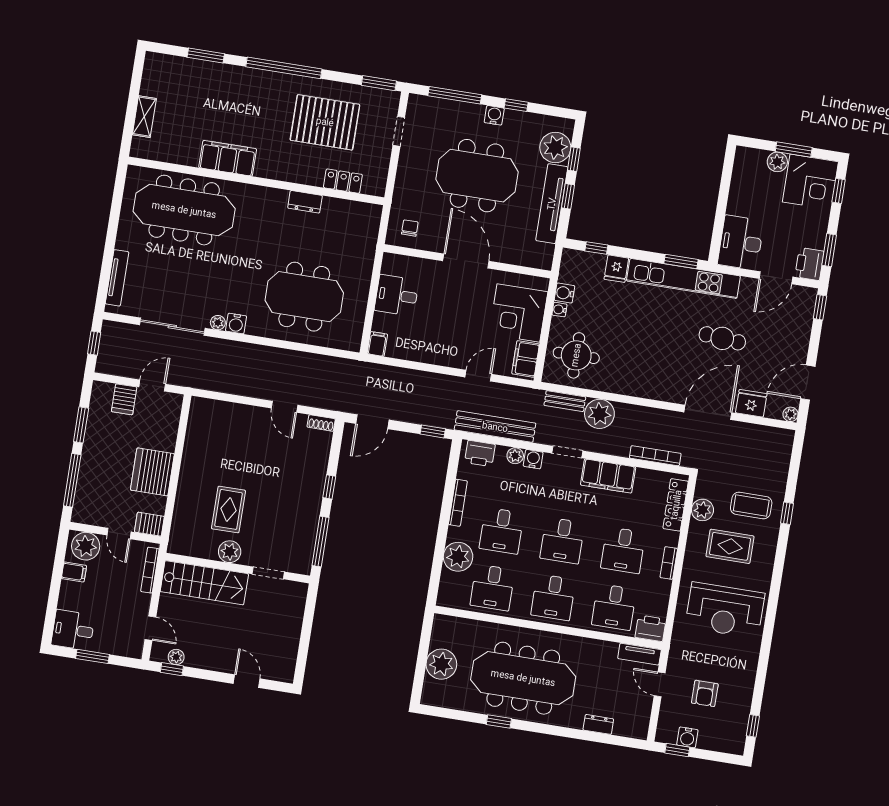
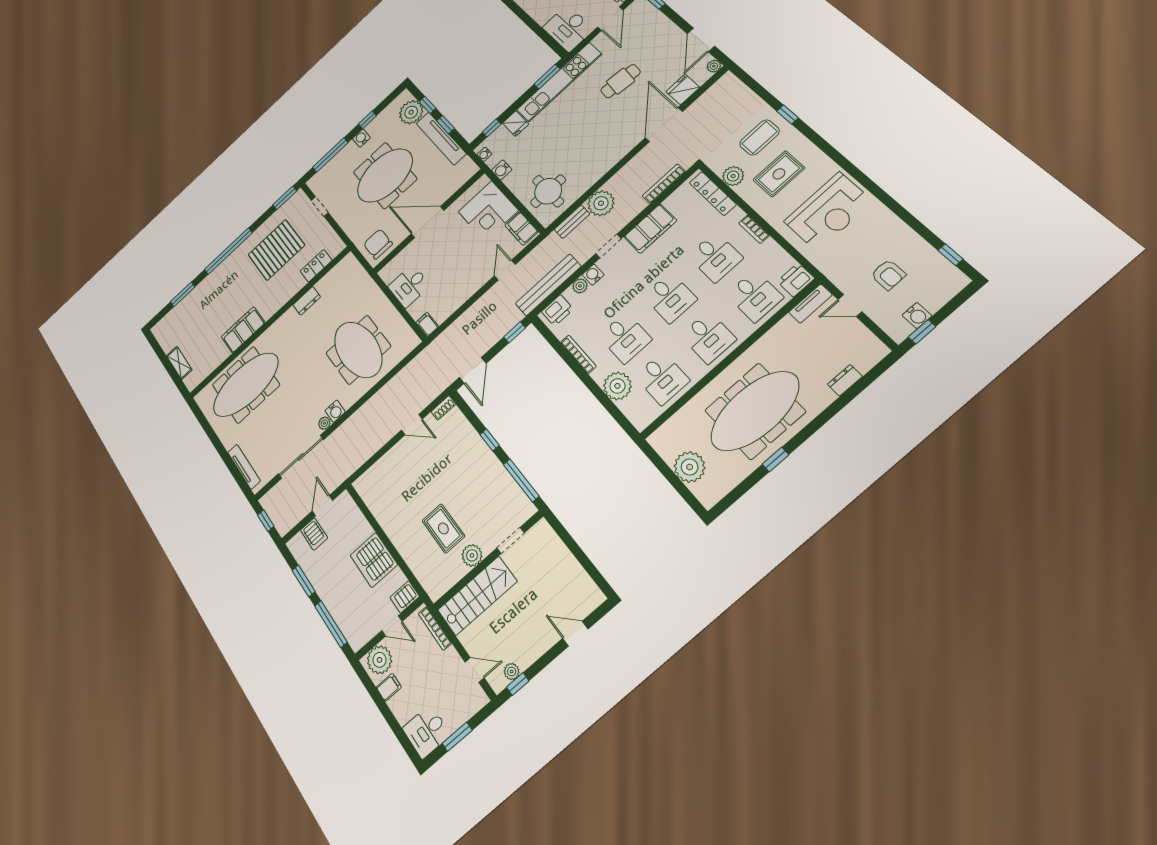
chair: (410, 228) -> (378, 244), width x1.87, depth x1.87
meeting table: (304, 297) -> (358, 350), turned 90
water cooler: (559, 310) -> (484, 154), moved

